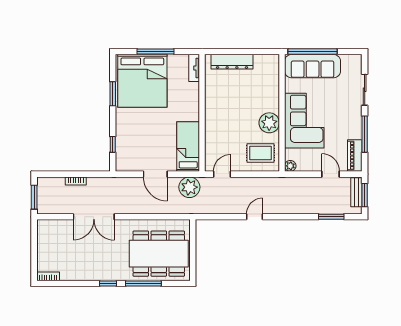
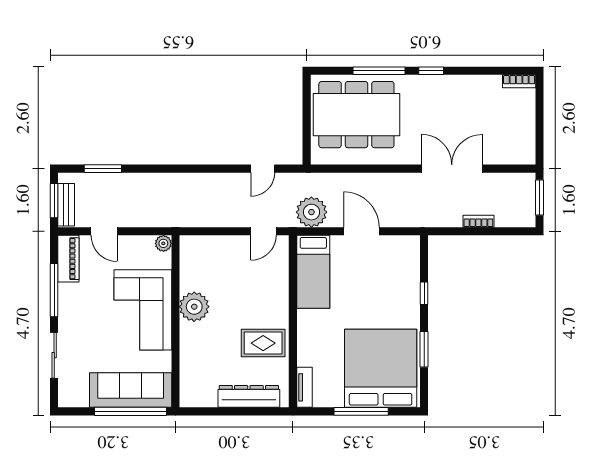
window: (113, 144) -> (424, 293), moved
rug: (260, 153) -> (263, 343), moved
door: (255, 217) -> (263, 169), moved

